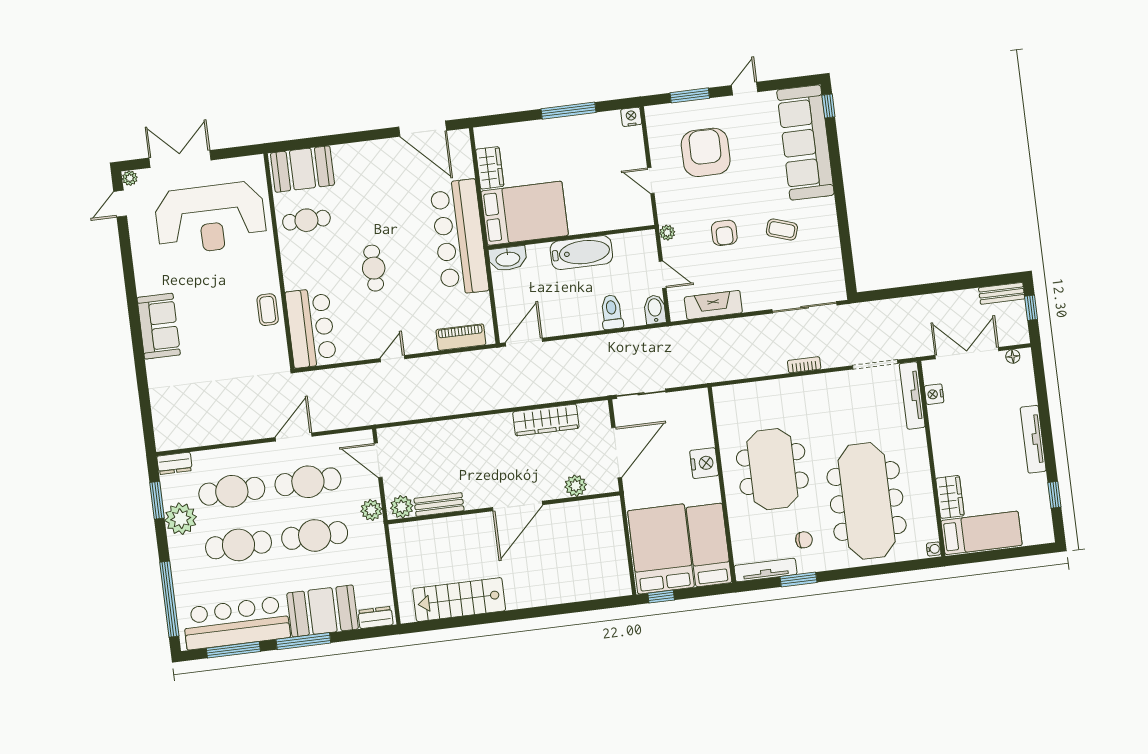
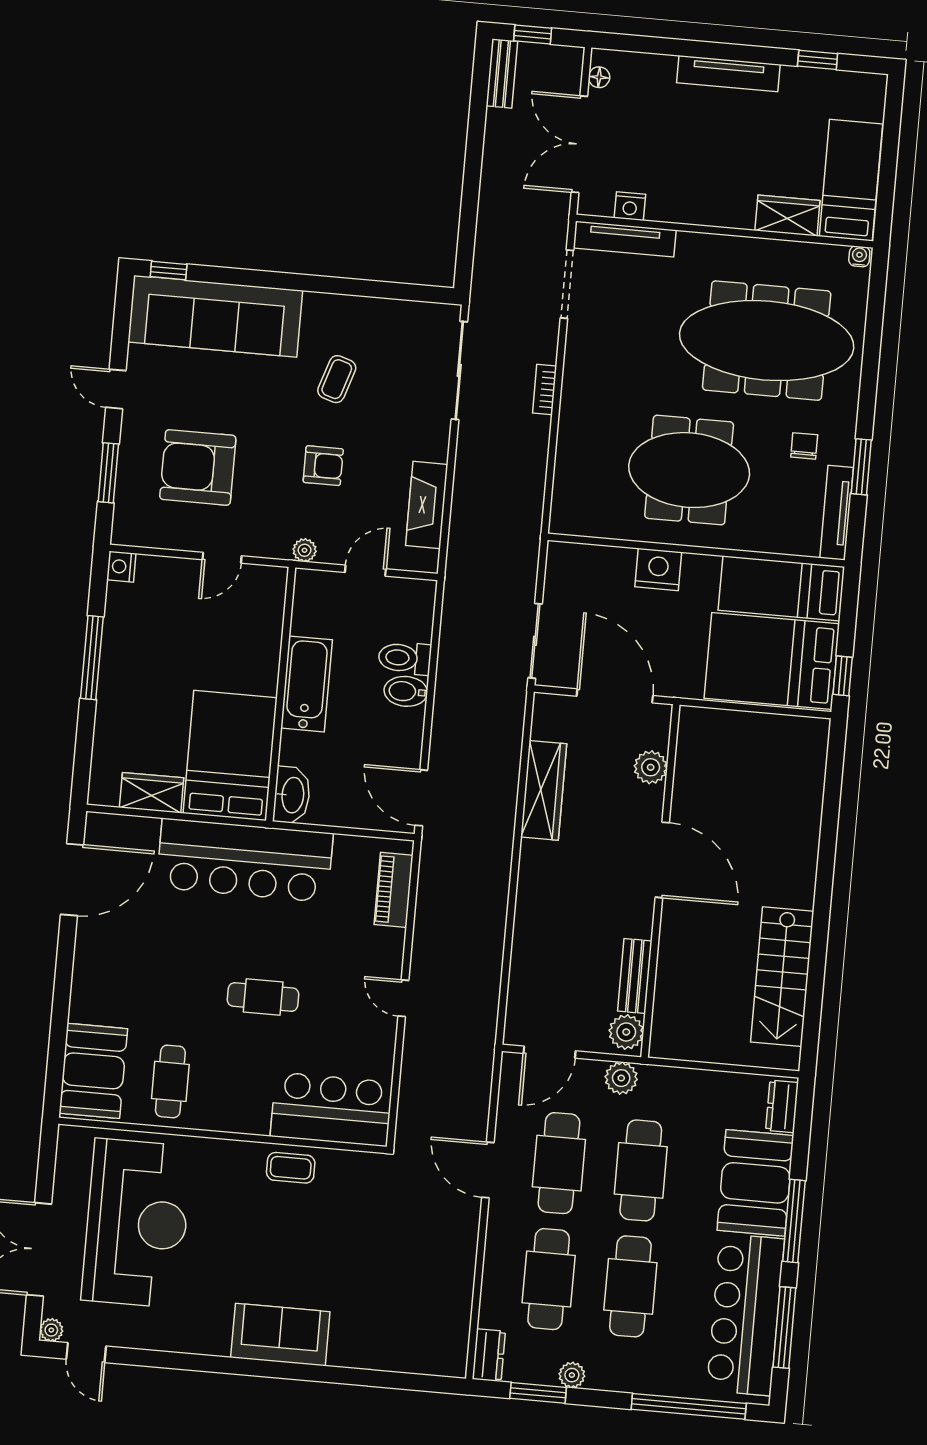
bidet: (655, 309) -> (406, 691), moved
plant: (181, 519) -> (572, 1375), width x0.53, depth x0.53

